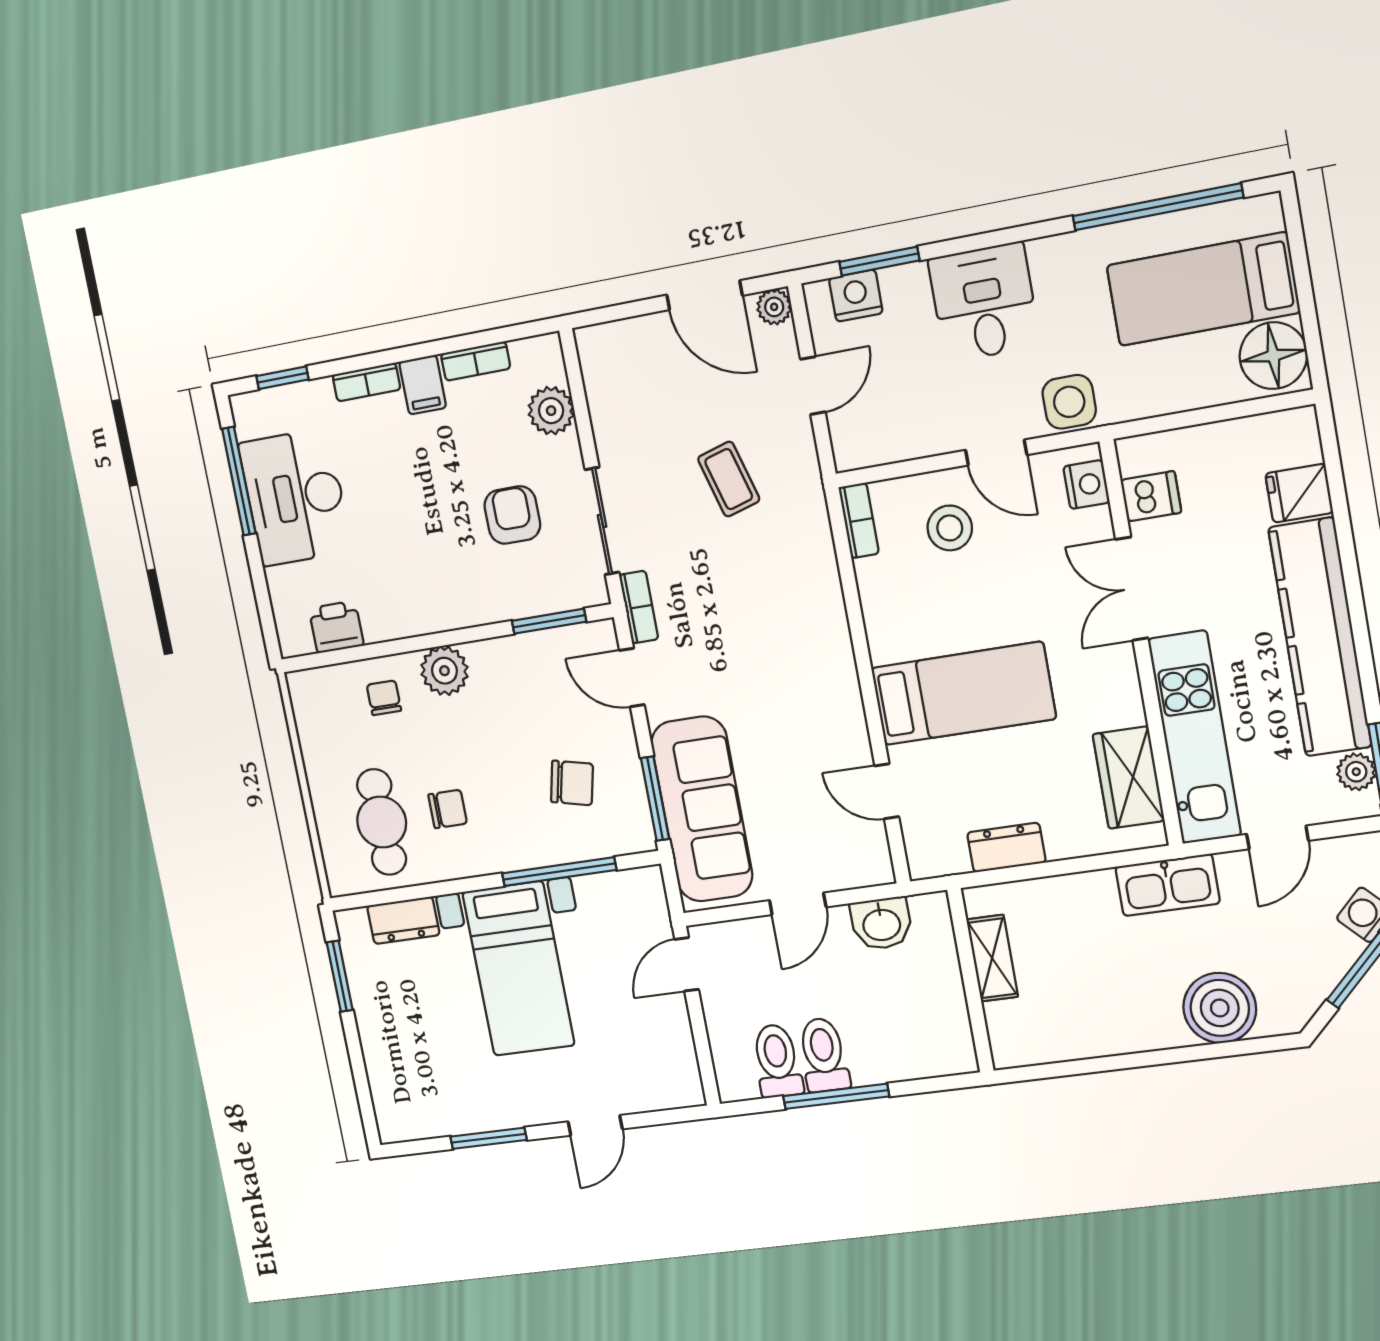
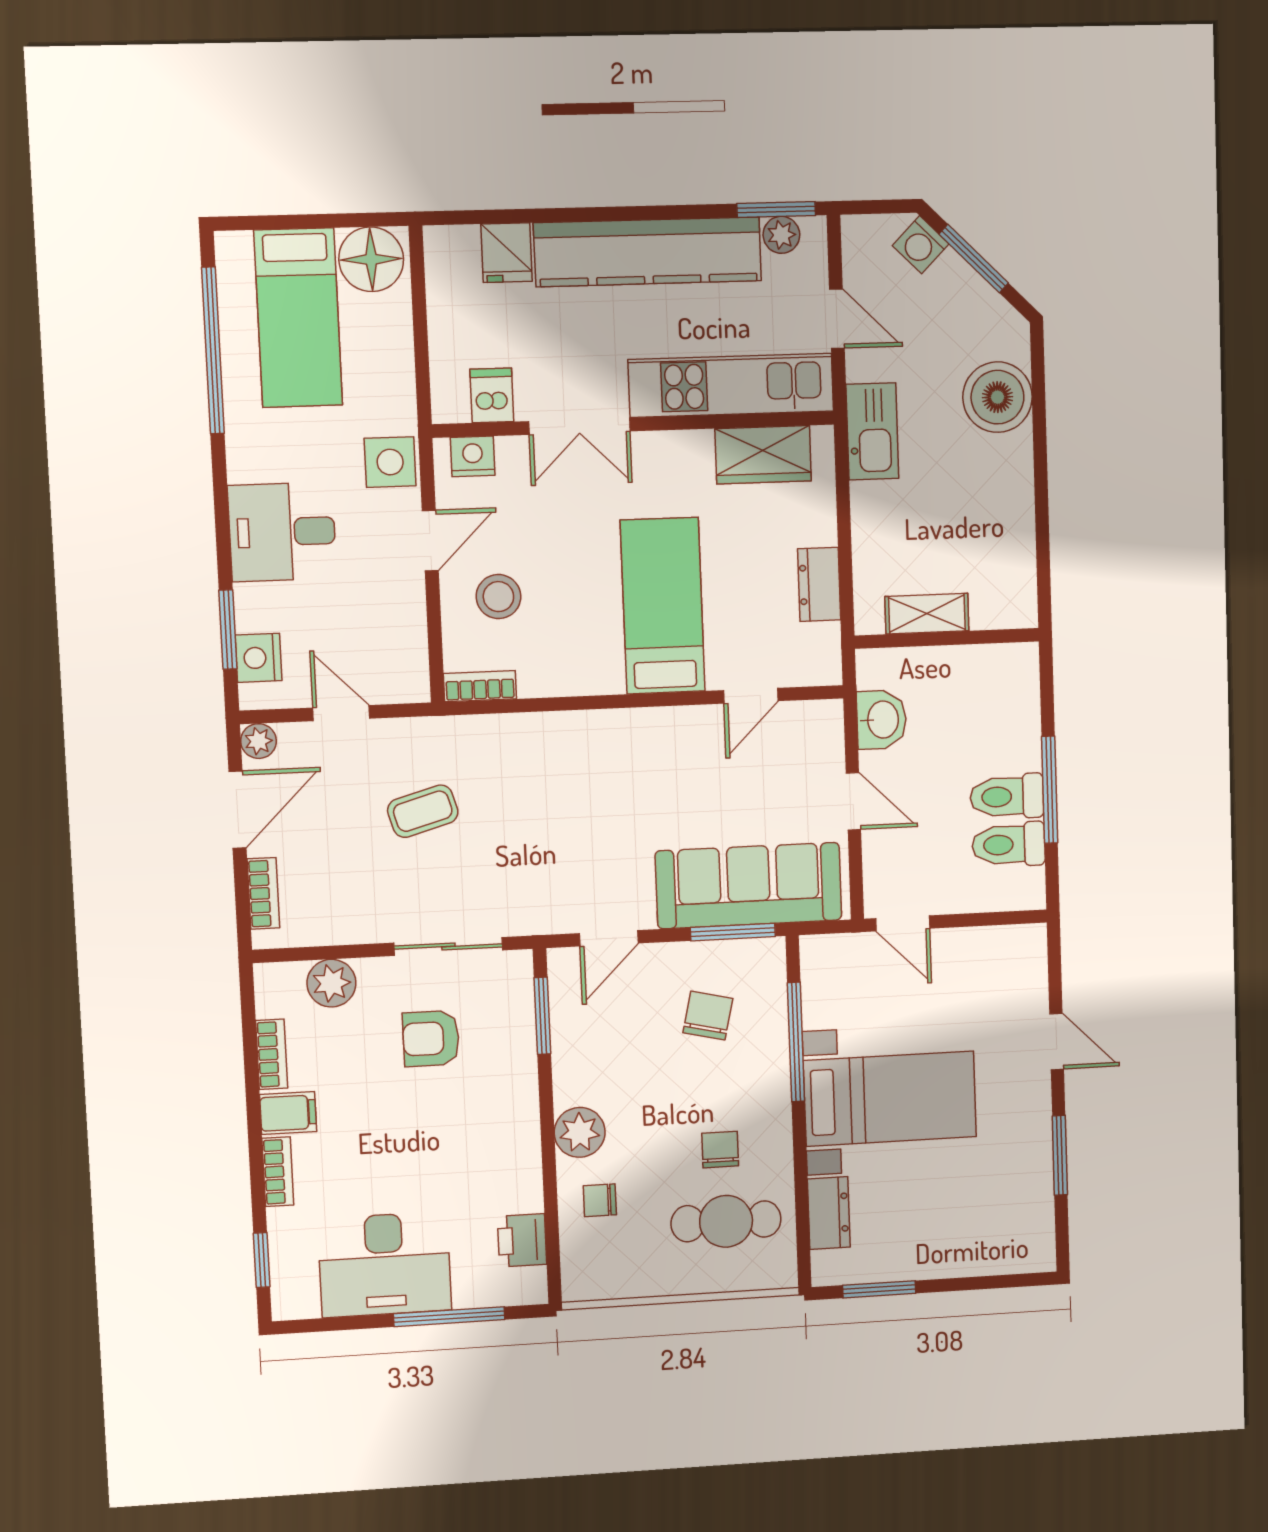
window: (239, 481) -> (449, 1317), moved
bookcase: (639, 607) -> (263, 893), moved, turned 90

